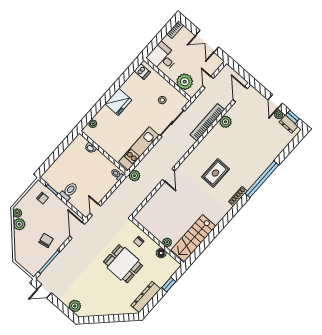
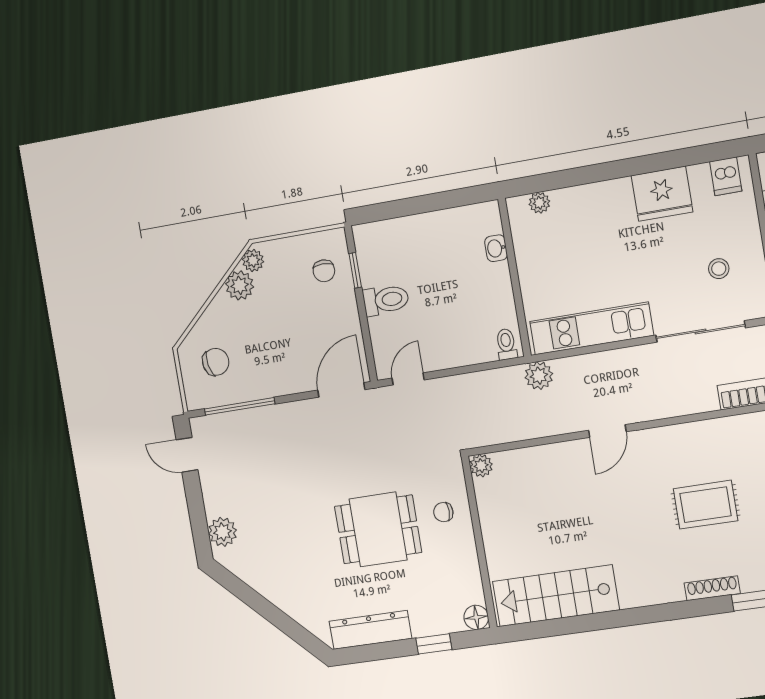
fridge: (118, 102) -> (662, 194), moved
chair: (46, 240) -> (216, 362), moved
plant: (167, 242) -> (481, 466), moved
floor lamp: (161, 253) -> (476, 617), moved
dining table: (123, 264) -> (378, 529), turned 90

